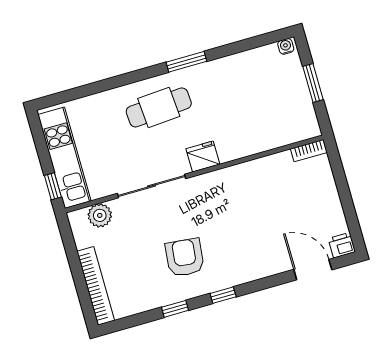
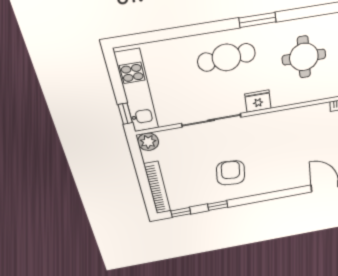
round table: (246, 97) -> (304, 57), added
plant: (100, 215) -> (148, 142), moved
window: (223, 295) -> (181, 212), moved

